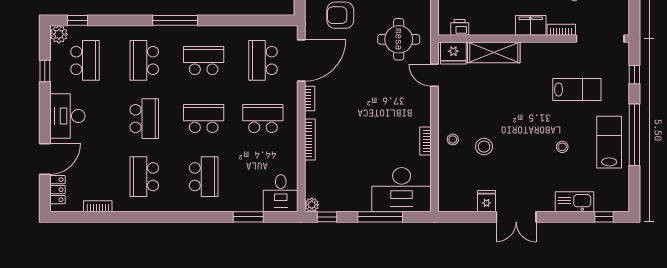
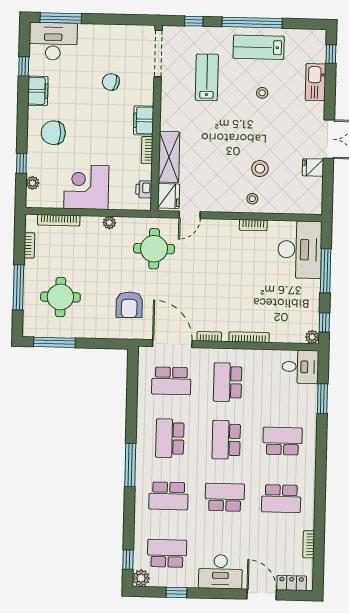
bookcase: (561, 30) -> (147, 150), moved

